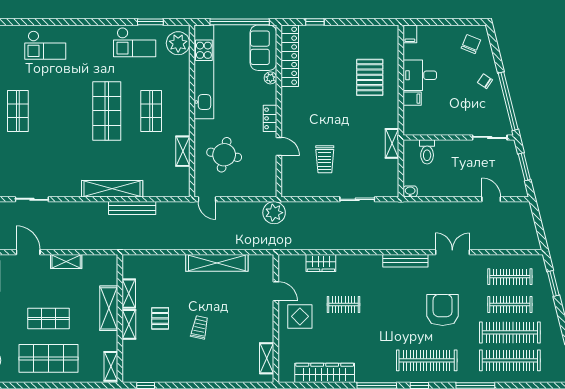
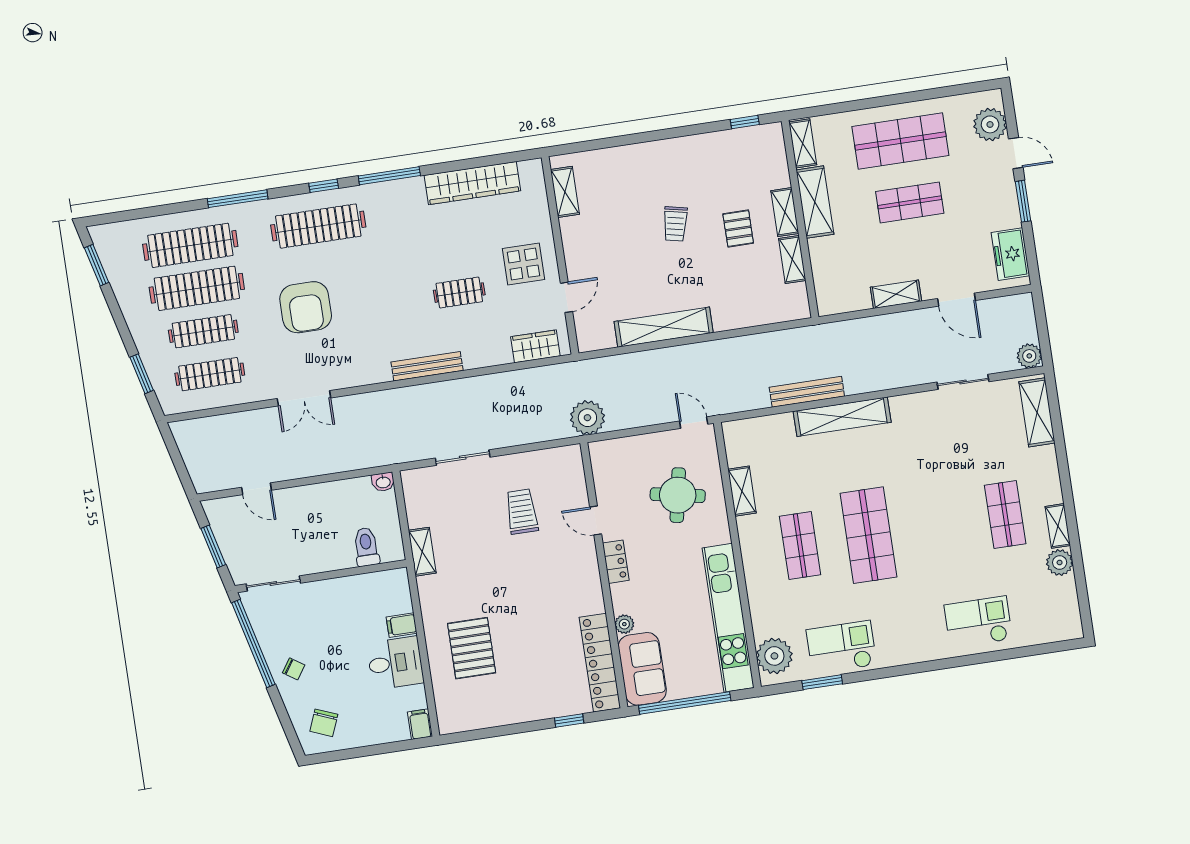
bench: (405, 261) -> (427, 366), moved
wardrobe: (321, 263) -> (535, 346), moved
door: (276, 291) -> (566, 297), swing flipped
shelving: (109, 308) -> (815, 202), moved

